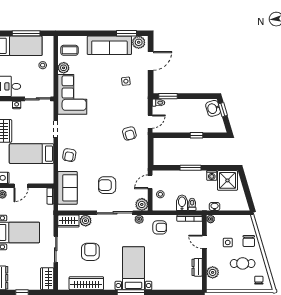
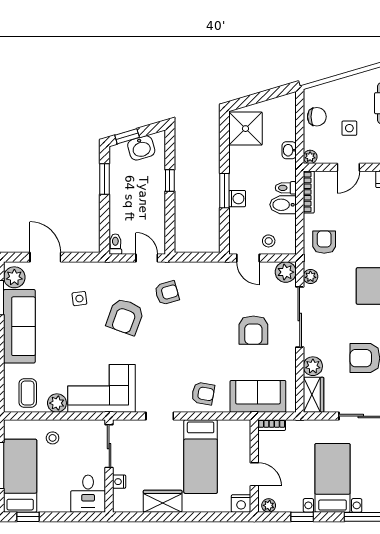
window: (168, 96) -> (104, 179), moved
washbasin: (213, 108) -> (141, 148), moved
armchair: (115, 109) -> (125, 317), added
washing machine: (212, 175) -> (237, 199), moved
chair: (249, 241) -> (317, 117), moved

